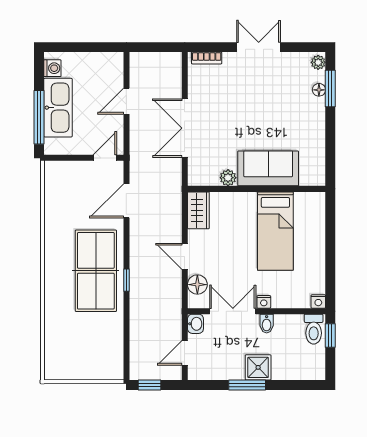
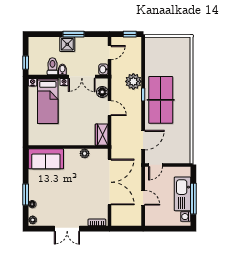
window: (330, 89) -> (26, 195), moved
door: (126, 101) -> (143, 198), hinge flipped
window: (39, 117) -> (193, 199), moved
double door: (185, 128) -> (110, 182), width x1.36
sofa: (268, 168) -> (46, 159), moved
bed: (275, 231) -> (48, 101), moved, turned 180
plant: (143, 303) -> (133, 81), added
toilet: (314, 329) -> (52, 66), moved

